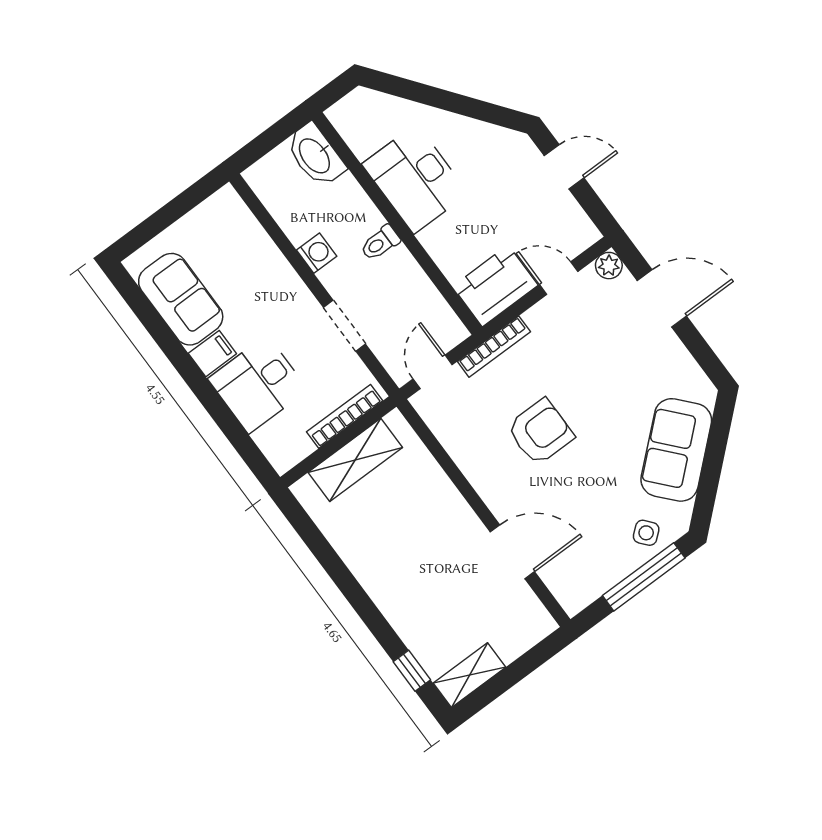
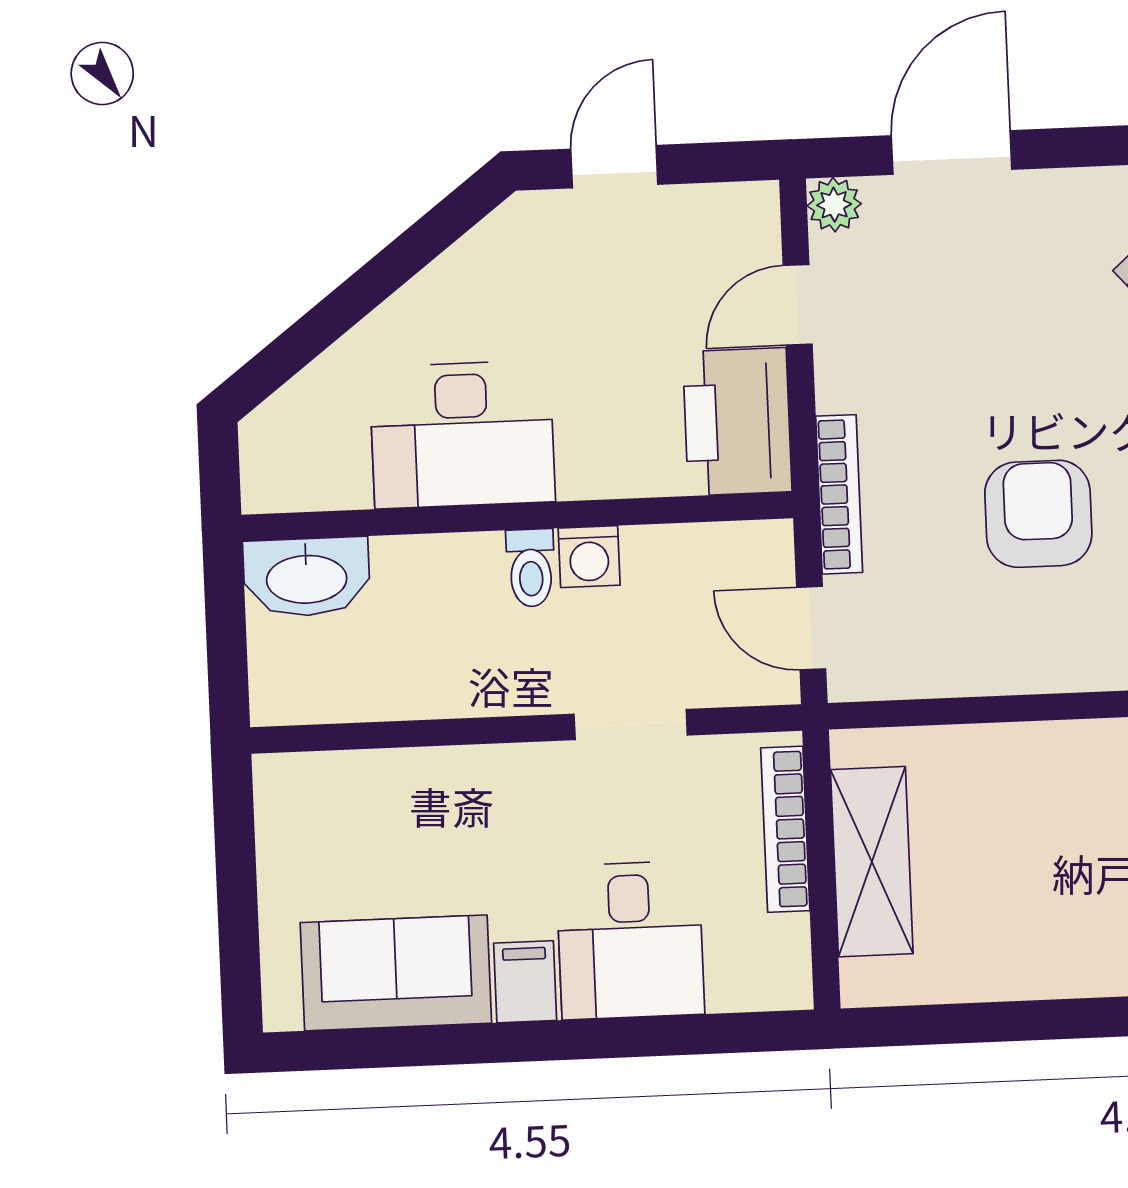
washing machine: (317, 253) -> (589, 557), moved, turned 180

